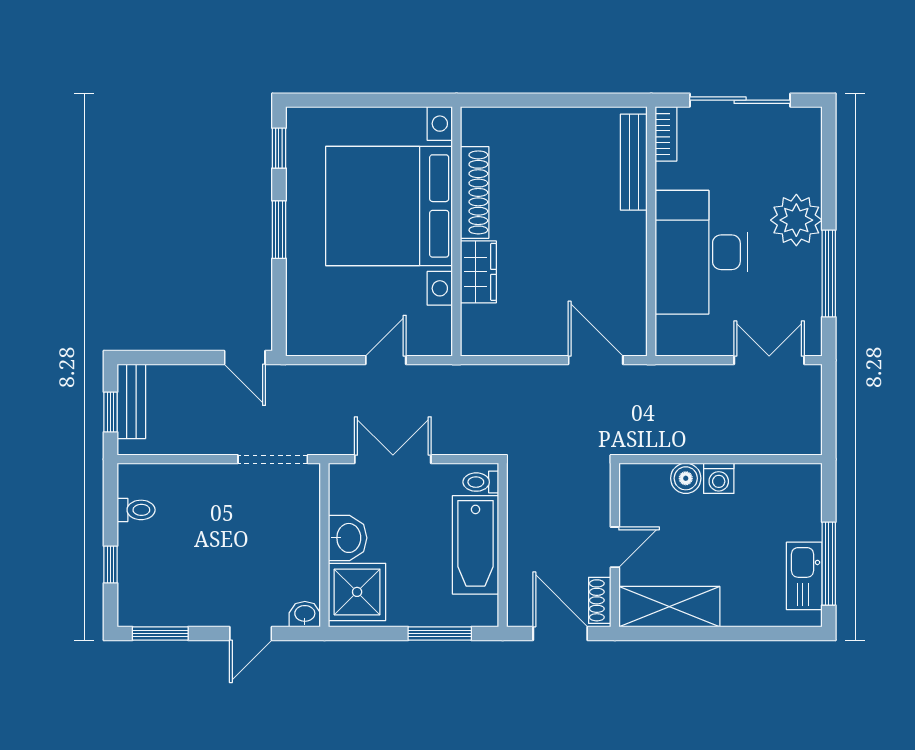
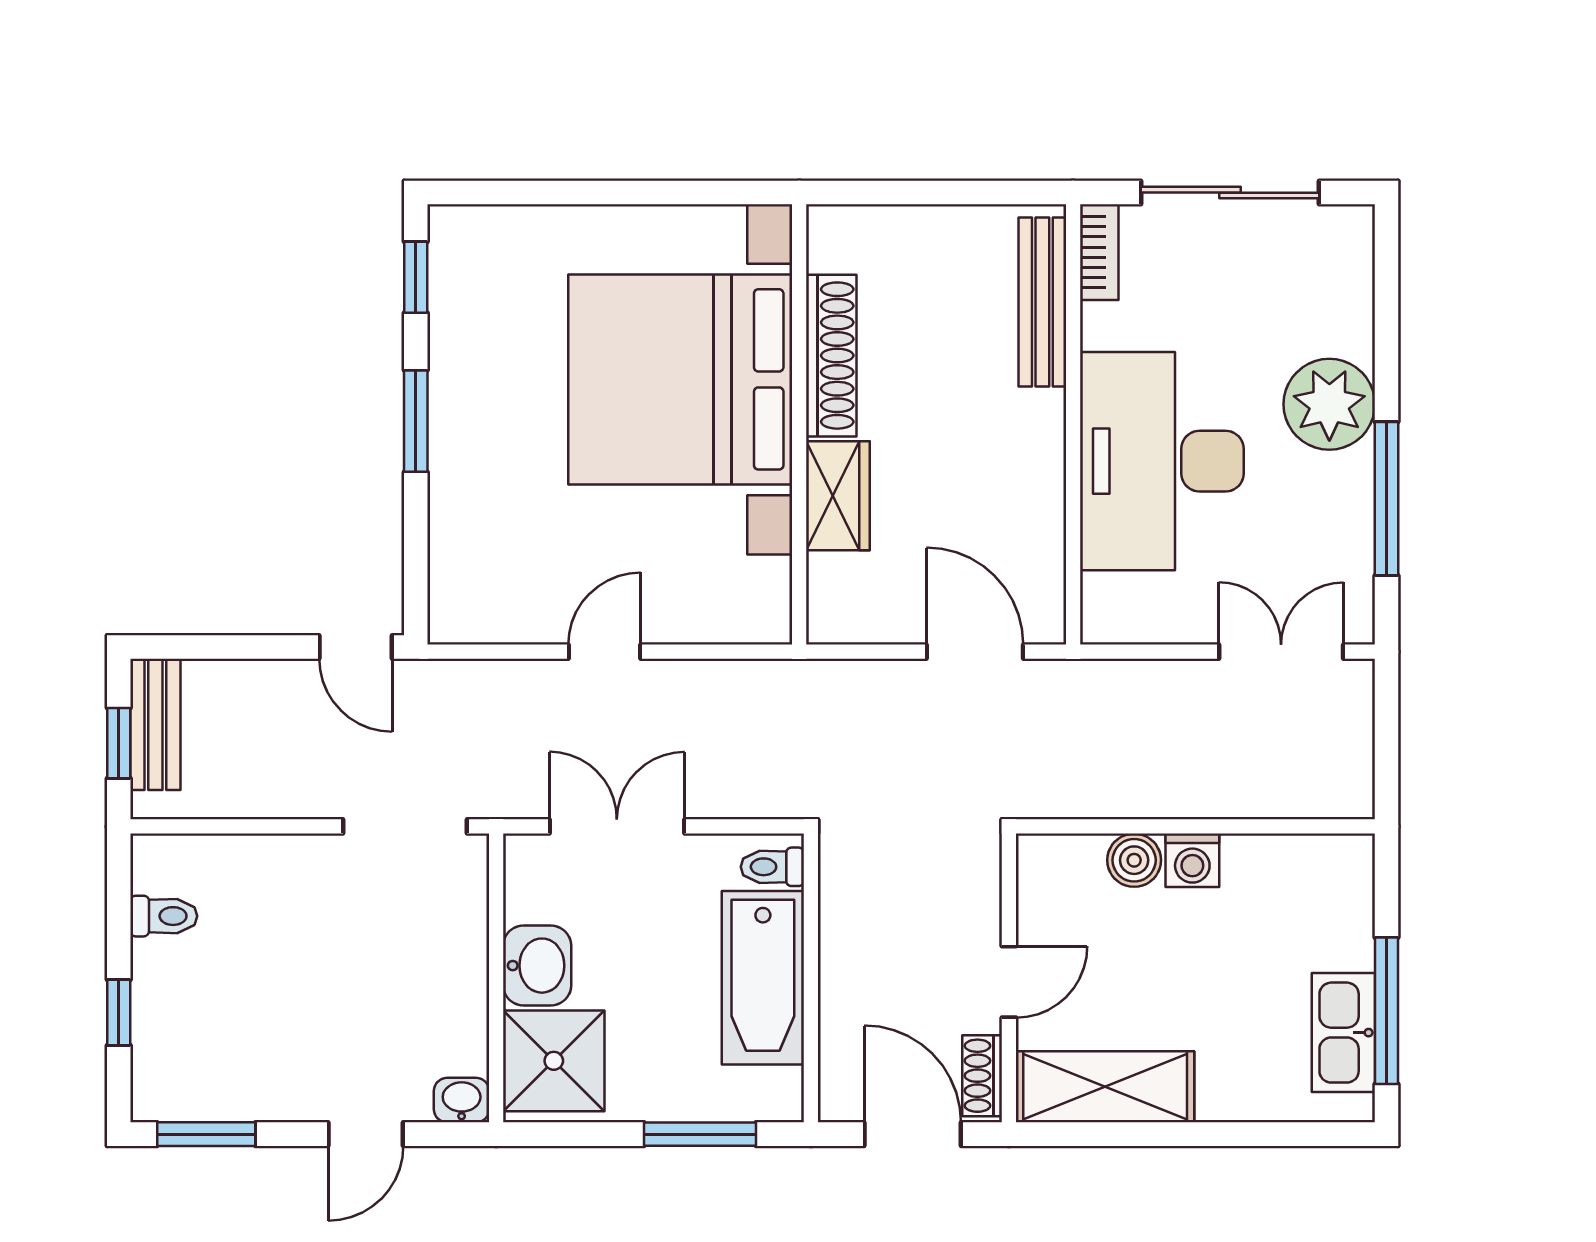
shoe rack: (475, 192) -> (831, 356), moved
bed with nightstands: (389, 206) -> (680, 379), moved
wall: (456, 231) -> (799, 424), moved
wardrobe: (478, 272) -> (838, 496), moved

